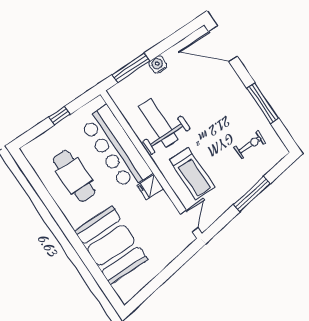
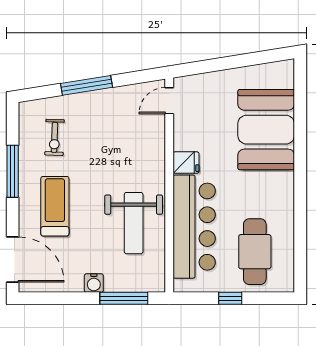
exercise bike: (250, 145) -> (55, 137), turned -88
treadmill: (192, 174) -> (55, 206), moved
cafe table: (74, 176) -> (255, 252), moved

